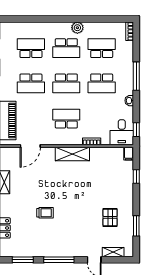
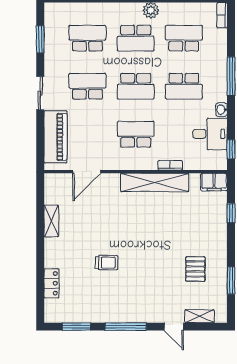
school desk: (31, 83) -> (87, 86), turned 180
desk: (122, 132) -> (210, 134), moved, turned -90
shelving: (72, 154) -> (155, 182), width x1.47
filing cabinet: (129, 154) -> (214, 182), width x2.00

